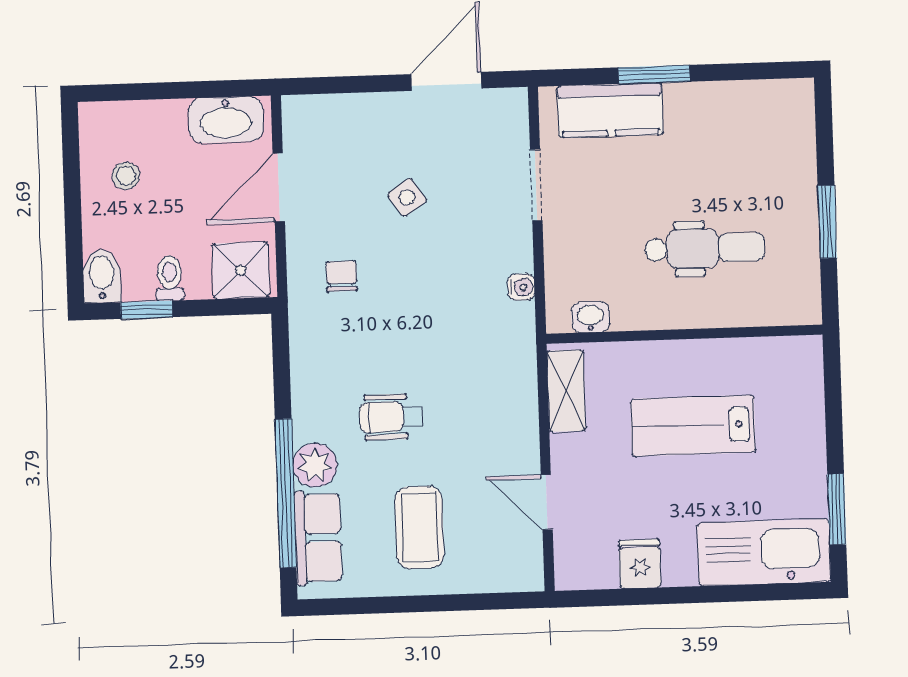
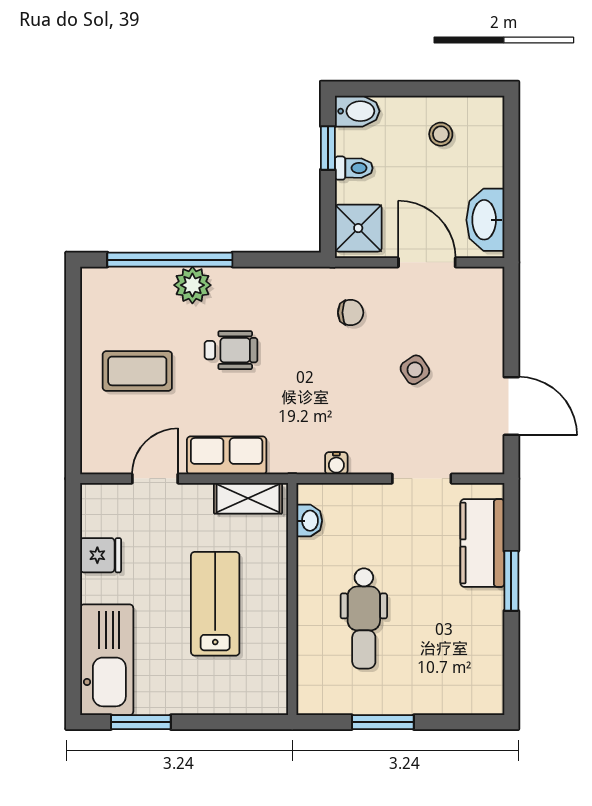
wheelchair: (391, 417) -> (231, 350), turned 90
row of seats: (318, 538) -> (227, 455), moved, turned 180

